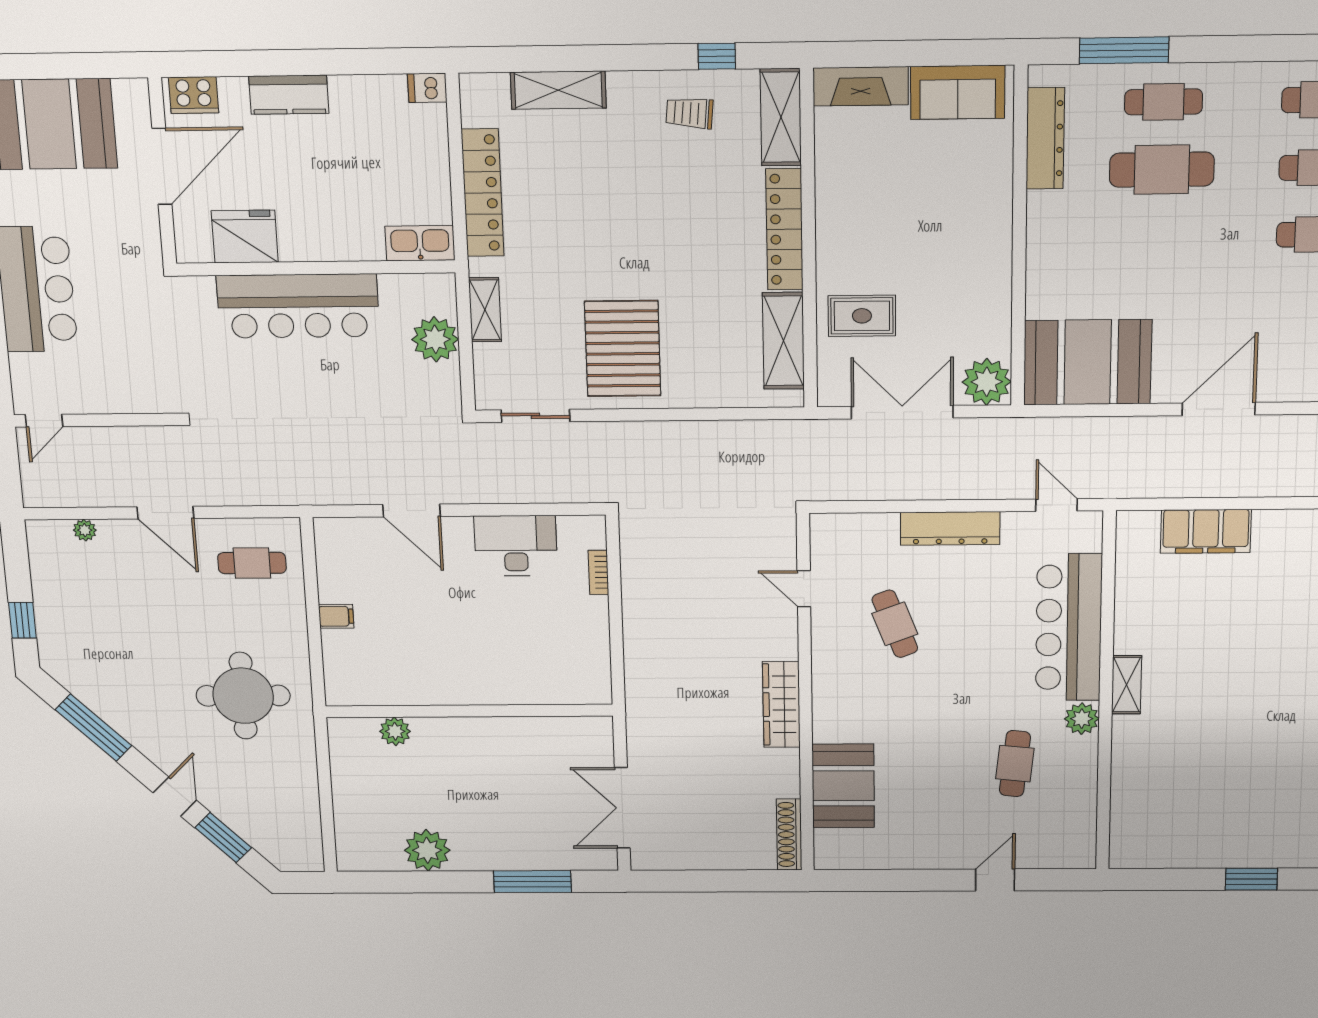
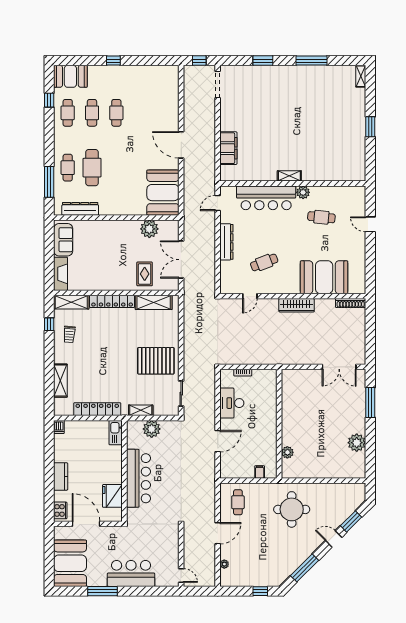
plant: (987, 382) -> (149, 229), moved
wall: (469, 711) -> (279, 424), moved
plant: (395, 731) -> (287, 452), moved
booth: (843, 786) -> (324, 277), width x1.36, depth x1.42

